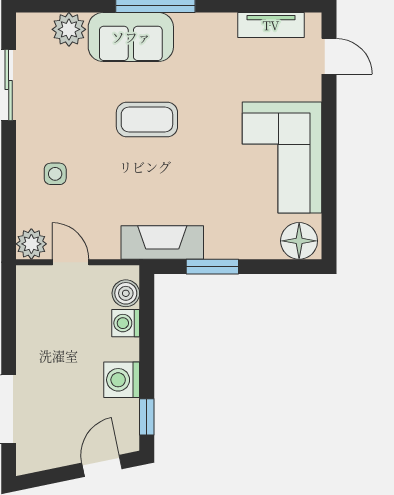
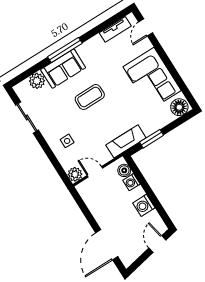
door: (329, 56) -> (146, 27), swing flipped
window: (147, 417) -> (163, 214), removed

